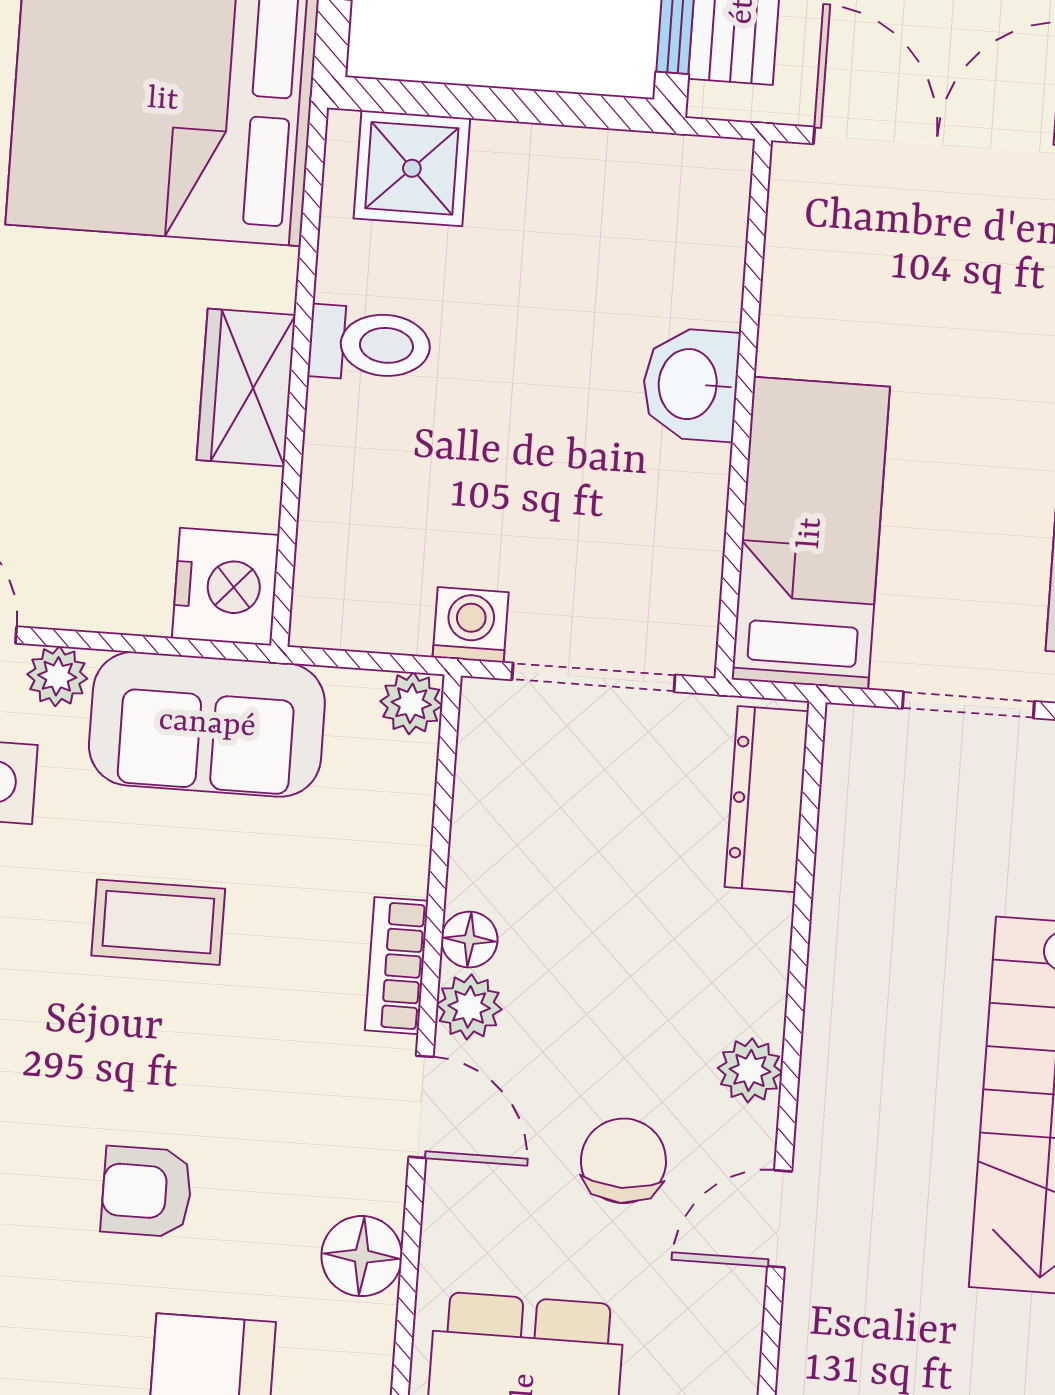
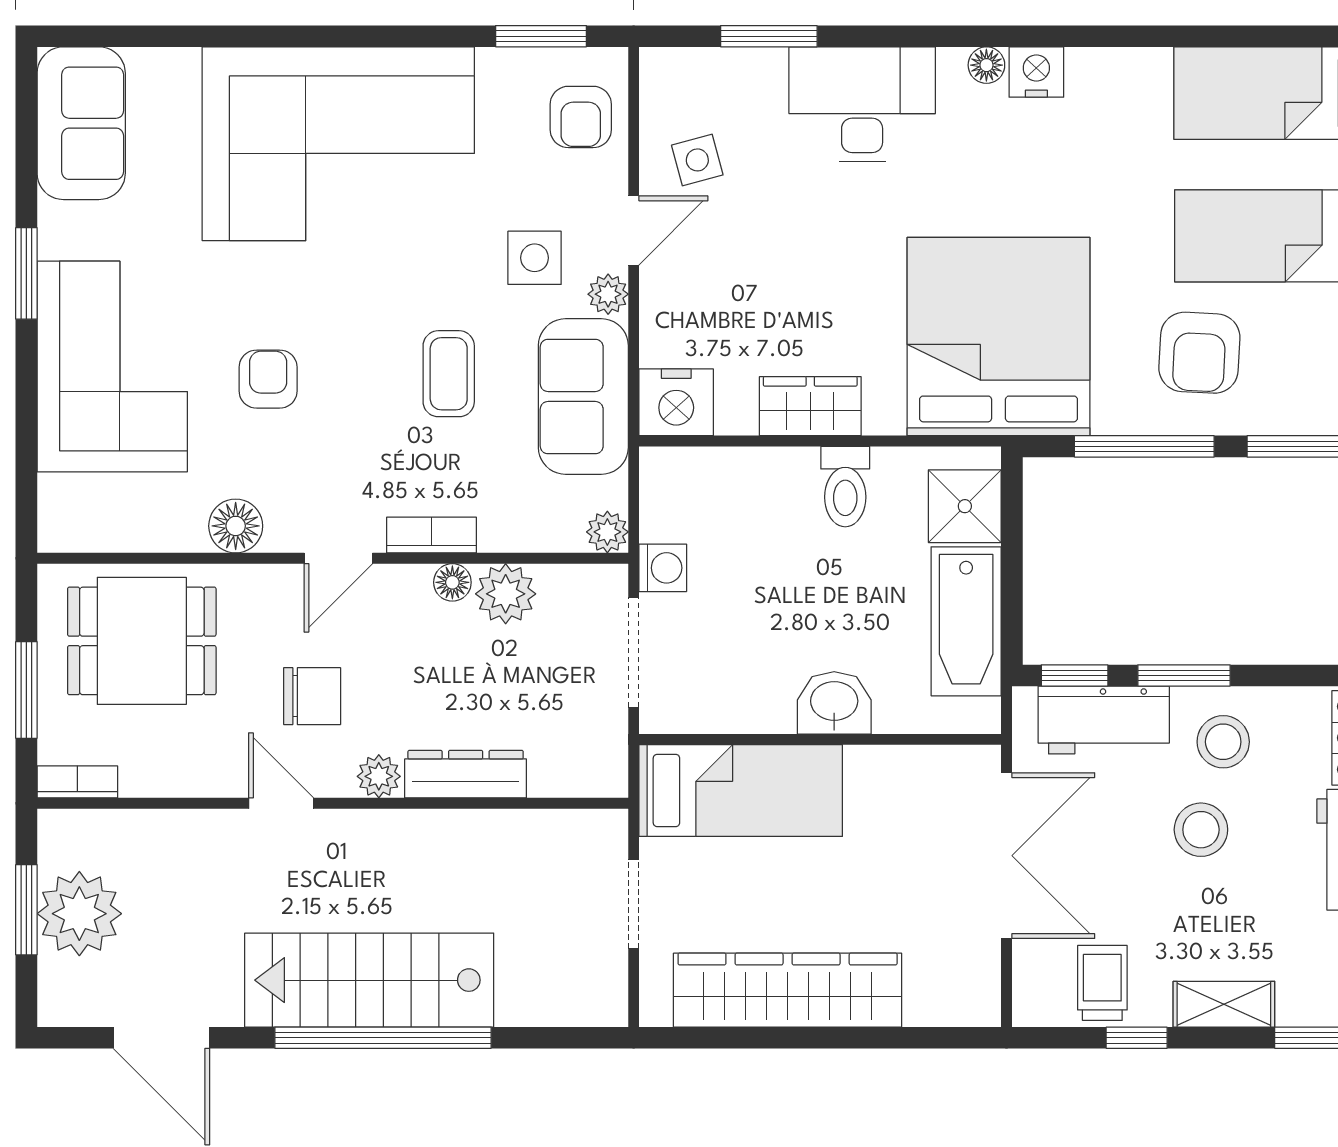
bathtub: (583, 179) -> (966, 621), added
dresser: (767, 799) -> (466, 774), moved
plant: (469, 1007) -> (506, 594), moved, width x1.38, depth x1.38

